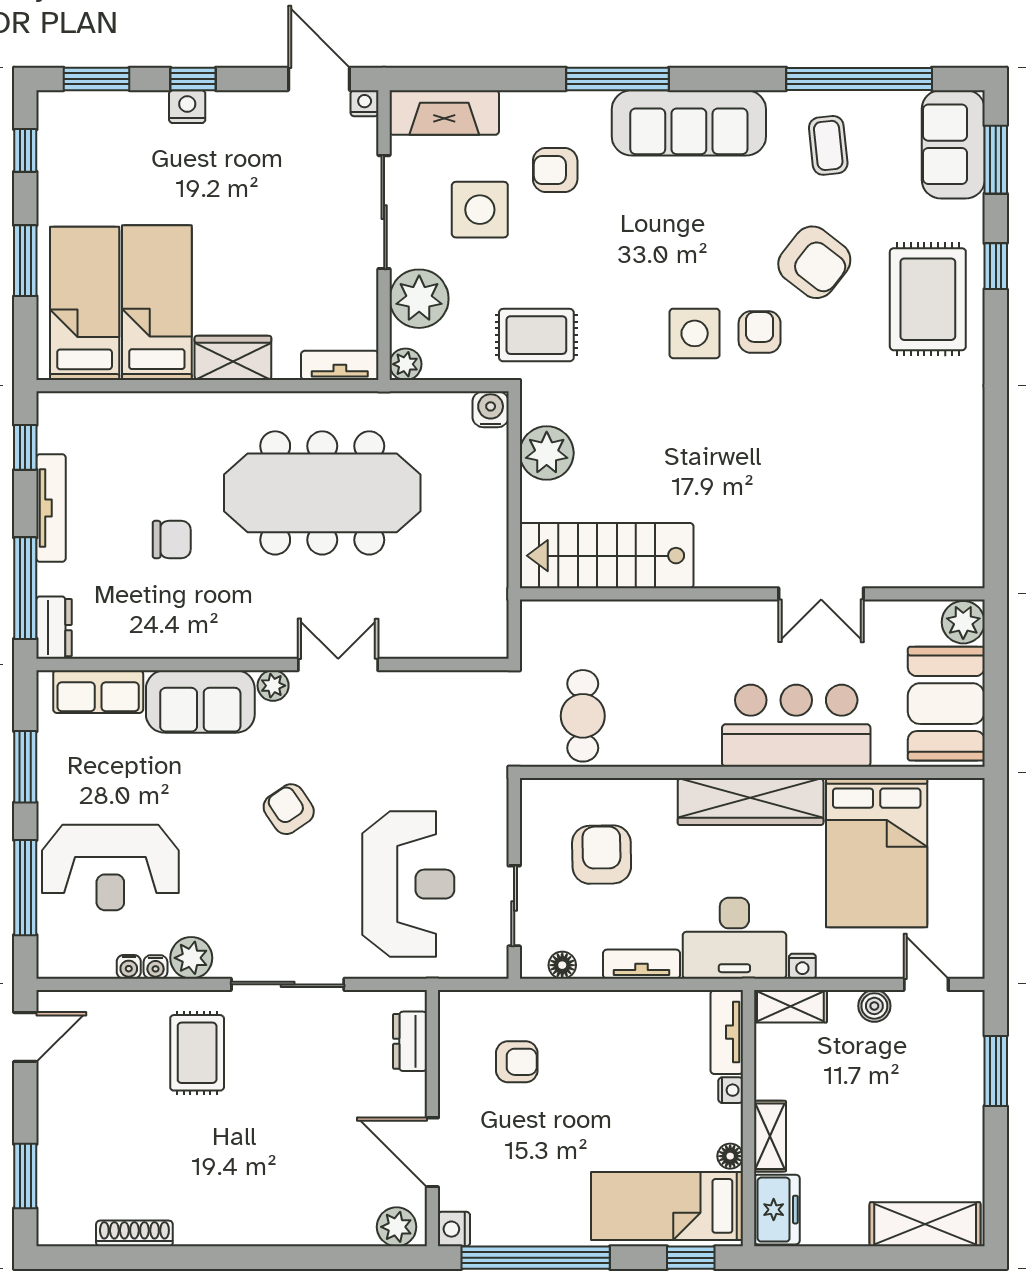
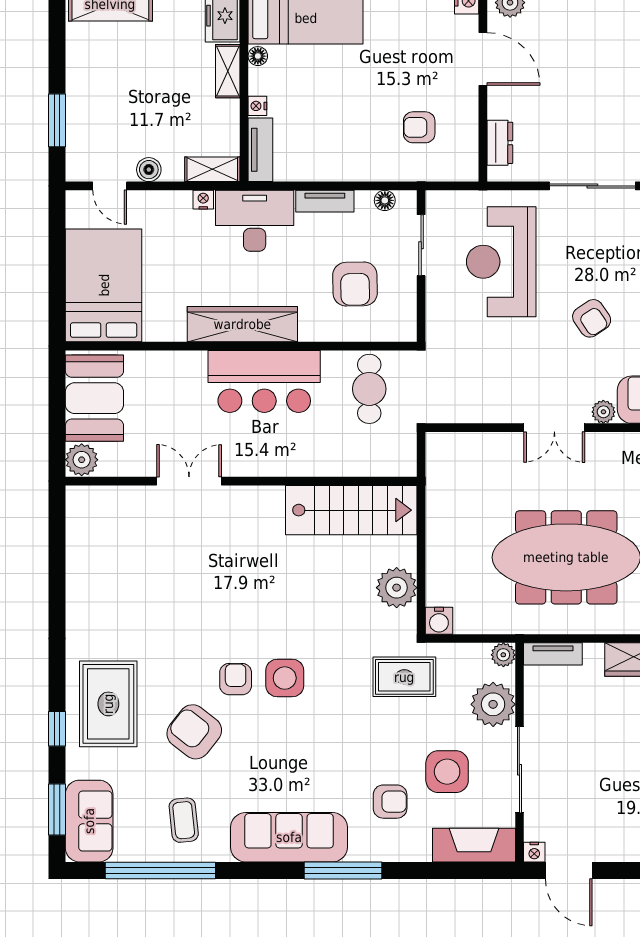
armchair: (760, 332) -> (236, 679), turned 180
bar counter: (796, 726) -> (264, 381), moved
bed: (877, 853) -> (104, 285), moved

